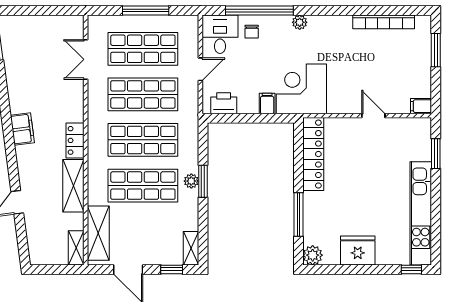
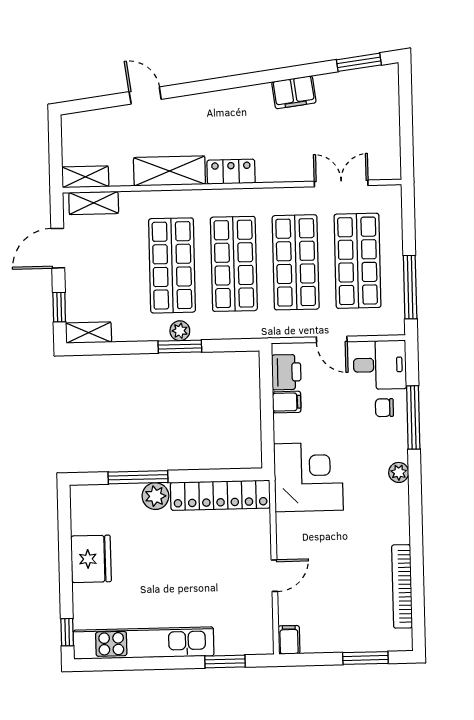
window: (146, 11) -> (410, 287), moved
window: (259, 11) -> (413, 417), width x0.68
filing cabinet: (267, 104) -> (287, 402), moved
filing cabinet: (22, 129) -> (294, 92), moved
shelving: (98, 233) -> (94, 203), width x0.67, depth x0.75
plant: (313, 255) -> (155, 496), moved

